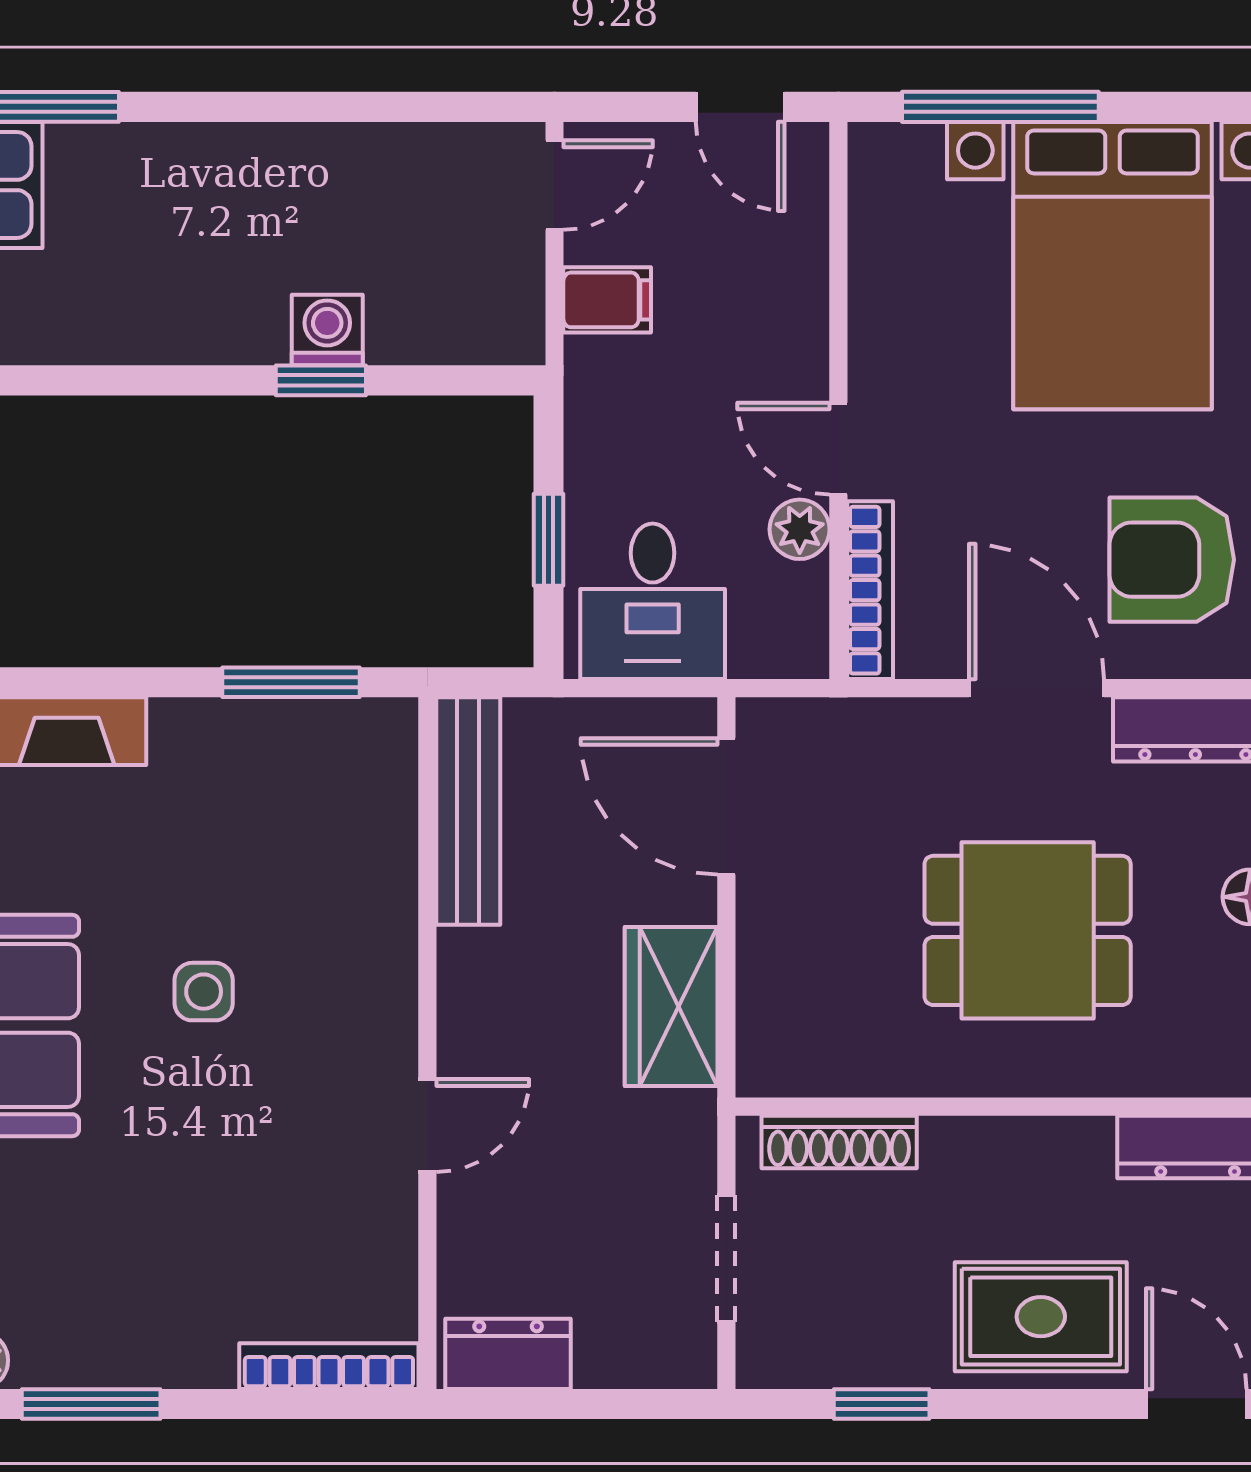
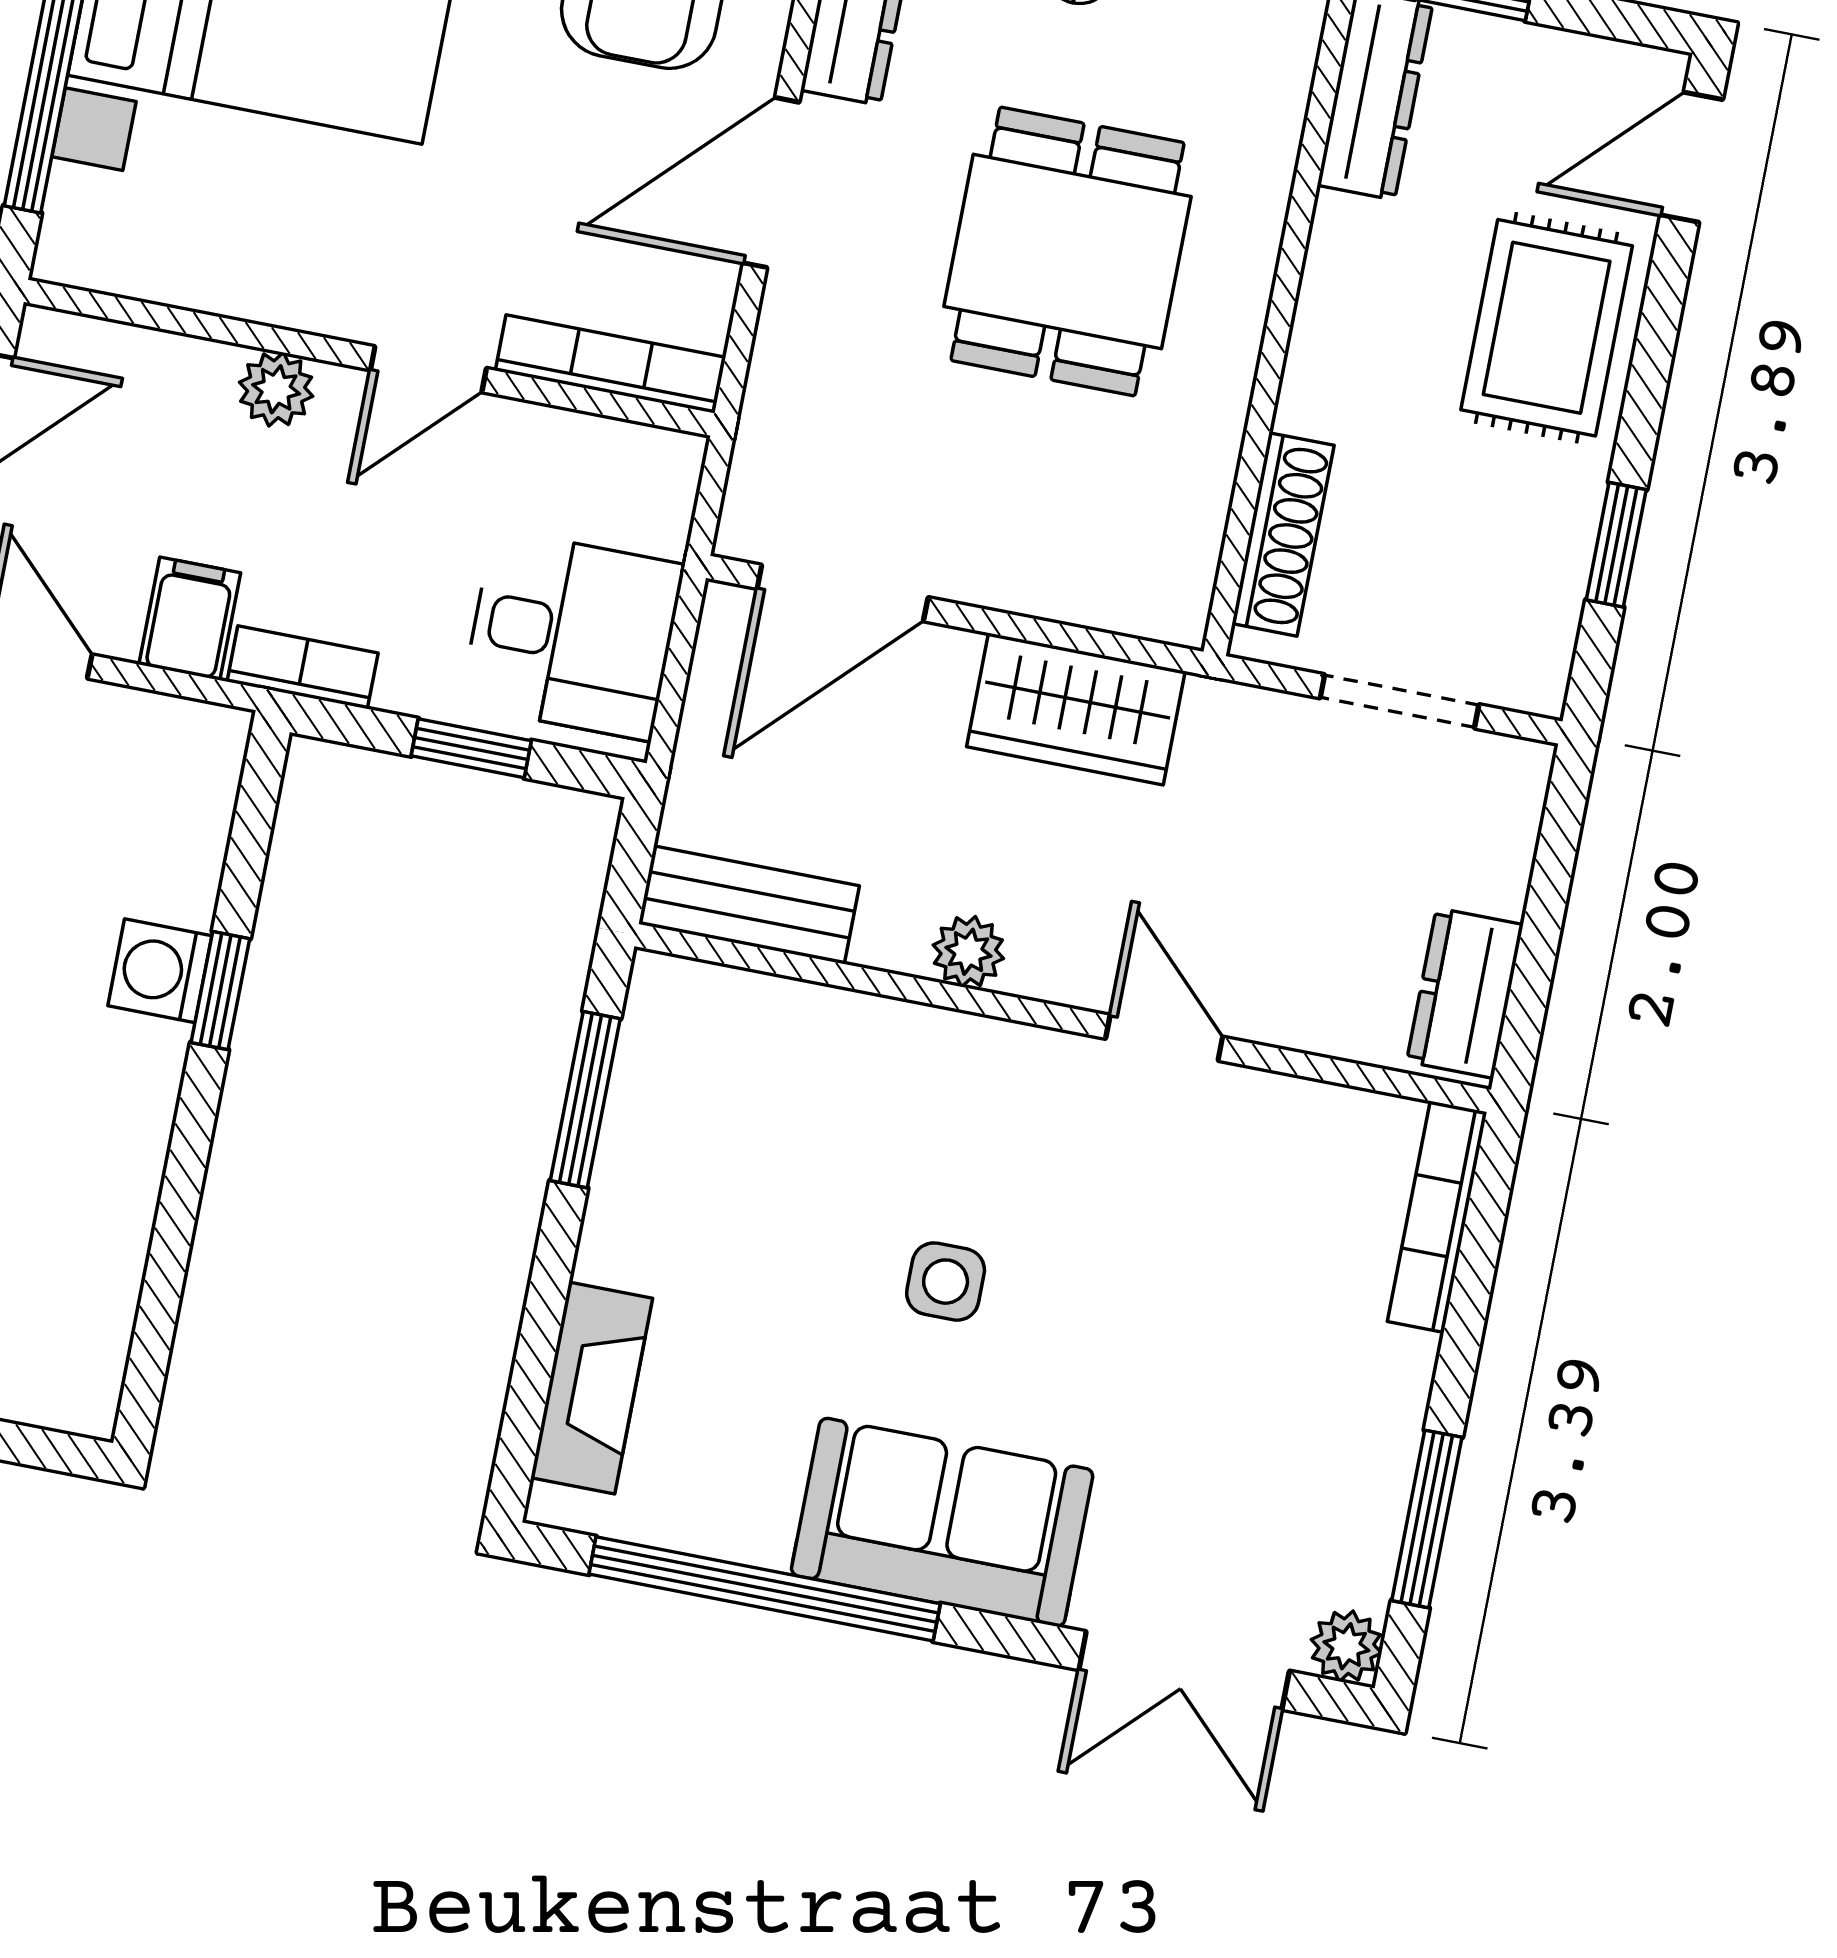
bookcase: (586, 396) -> (303, 667), added
plant: (800, 529) -> (276, 389), moved
bench: (468, 811) -> (749, 905), width x0.73
plant: (465, 959) -> (968, 952), added

